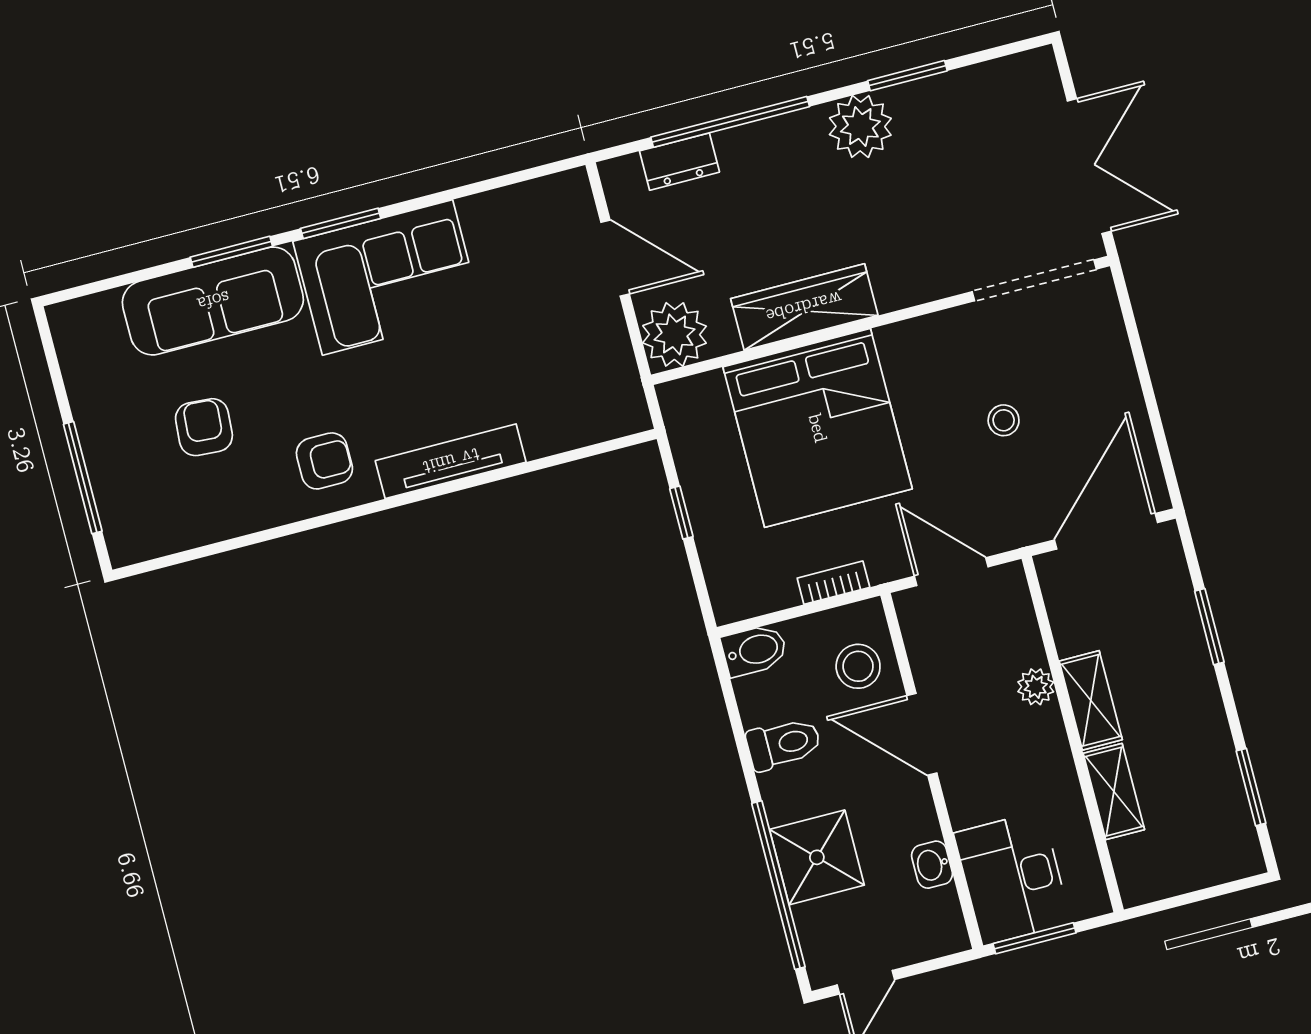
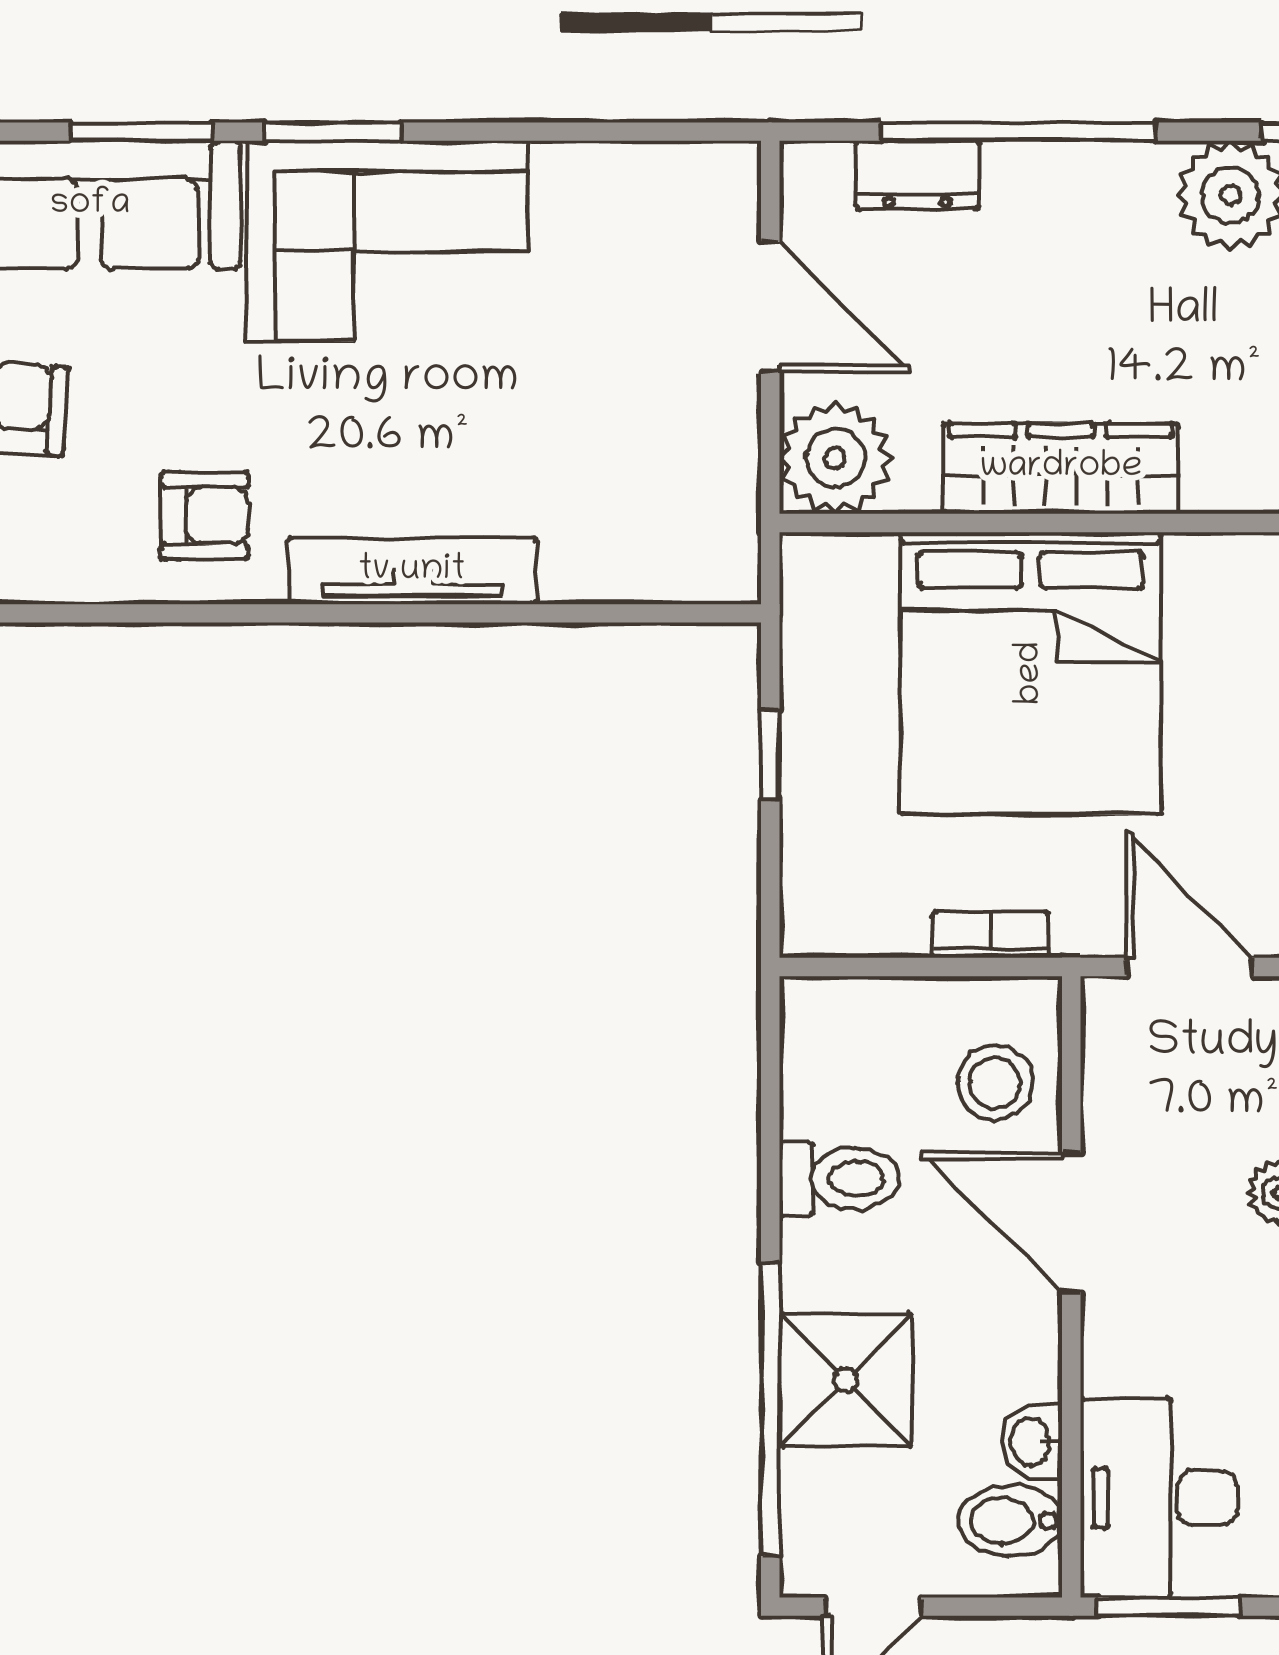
bidet: (754, 650) -> (1010, 1521), moved, turned 180

